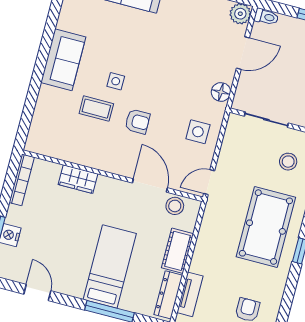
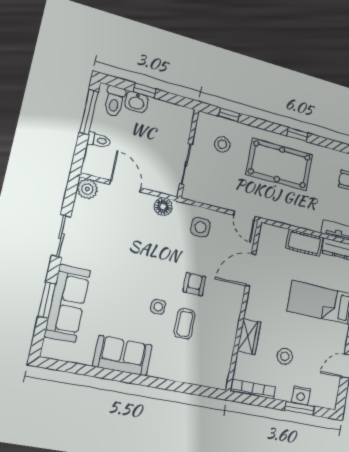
toilet: (266, 17) -> (99, 140), moved, turned 90
sofa: (63, 60) -> (123, 356), moved
stool: (175, 206) -> (285, 356), moved

